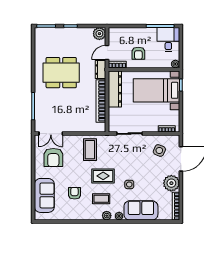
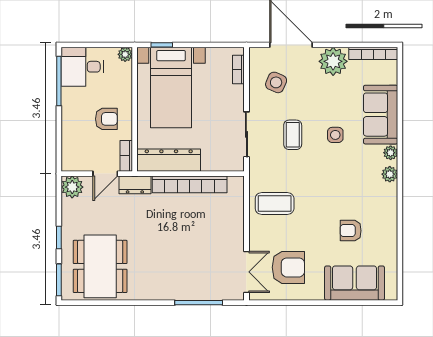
door: (107, 53) -> (105, 174), hinge flipped
dining table: (61, 73) -> (100, 266), moved
rug: (103, 176) -> (321, 181), removed
coffee table: (101, 199) -> (293, 135), moved

